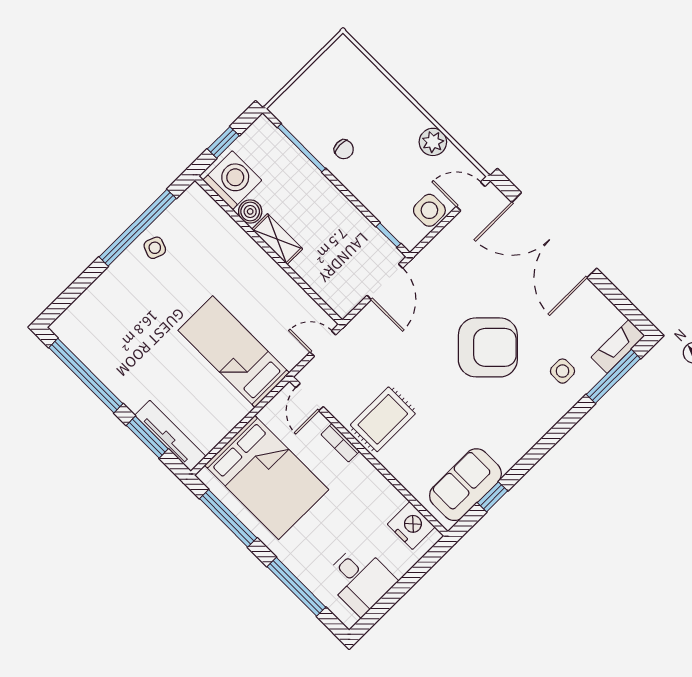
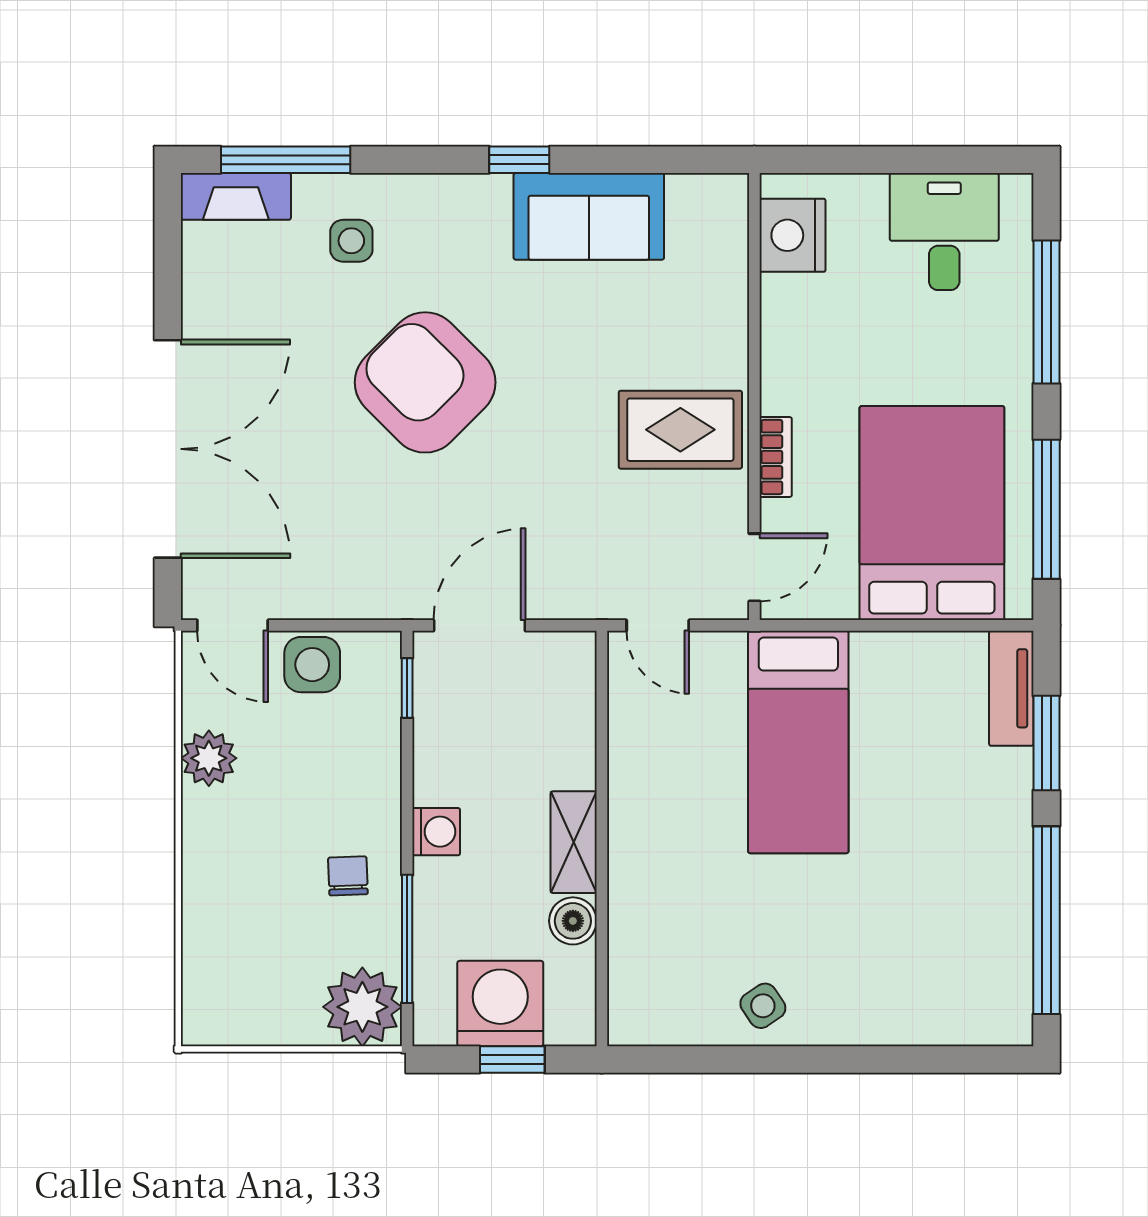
plant: (294, 109) -> (362, 1007), added
washing machine: (232, 180) -> (500, 1004), moved, turned 90
washing machine: (329, 195) -> (436, 832), added
window: (138, 228) -> (759, 1059), removed
side table: (155, 248) -> (763, 1006), turned 35
tv unit: (170, 436) -> (1011, 688), width x0.71
sofa: (465, 485) -> (589, 216), moved
window: (493, 497) -> (519, 160), moved

